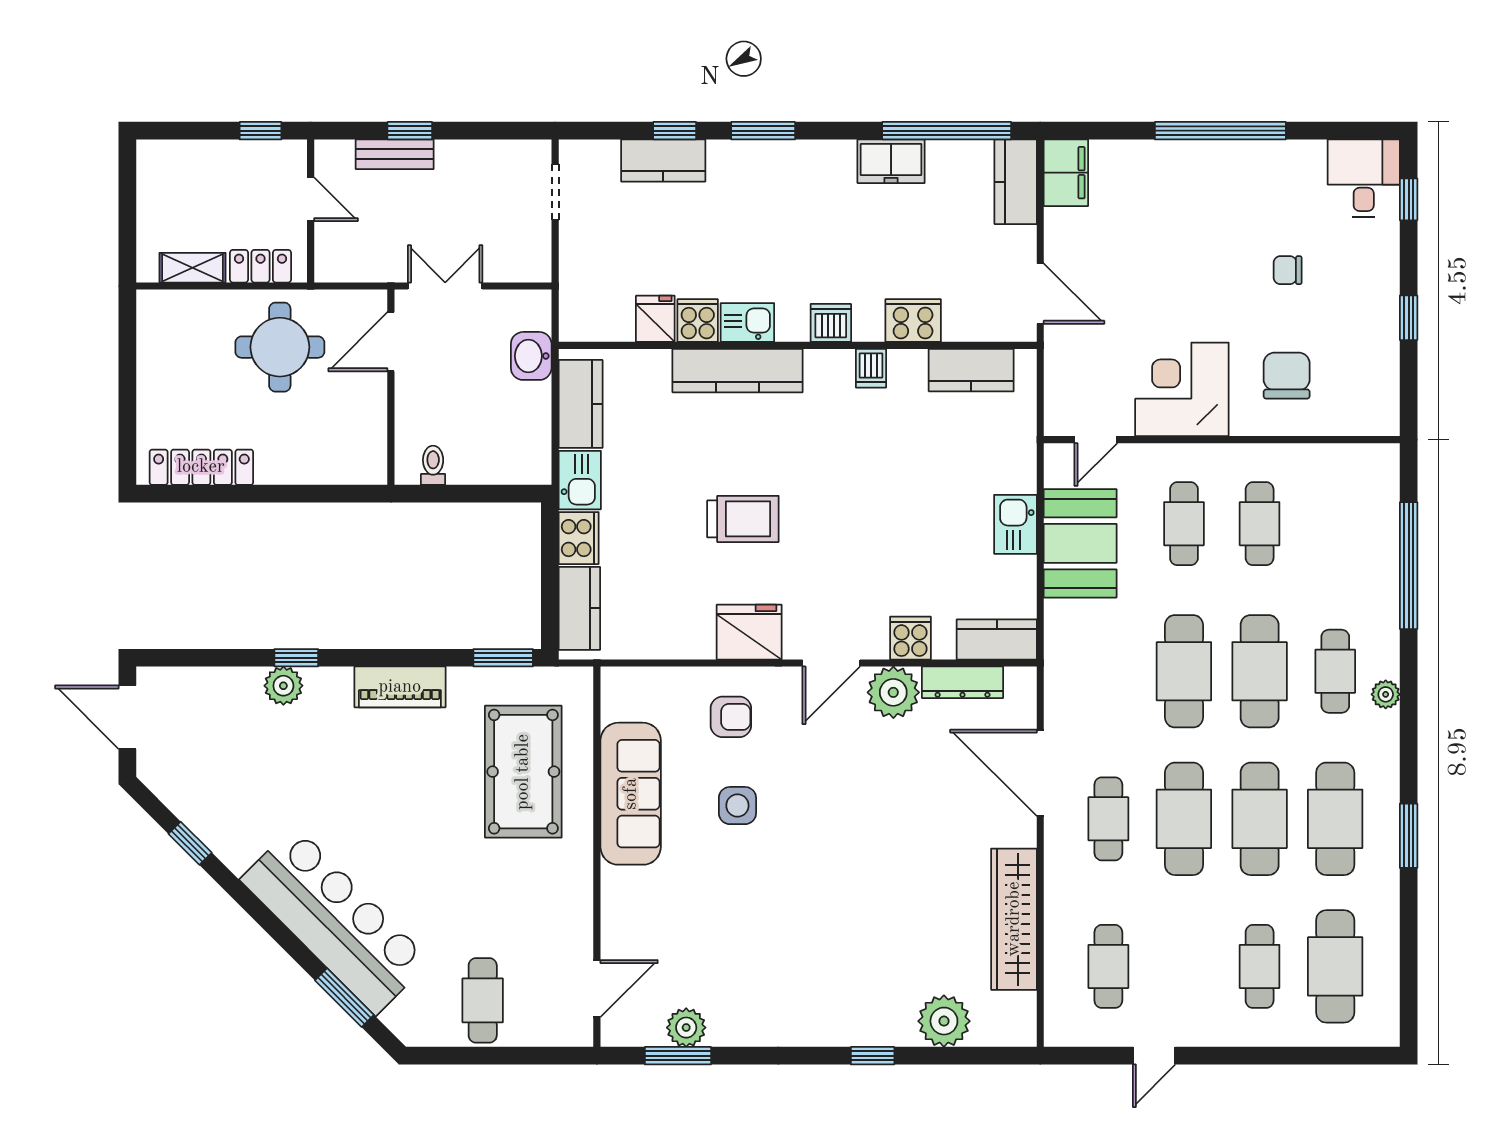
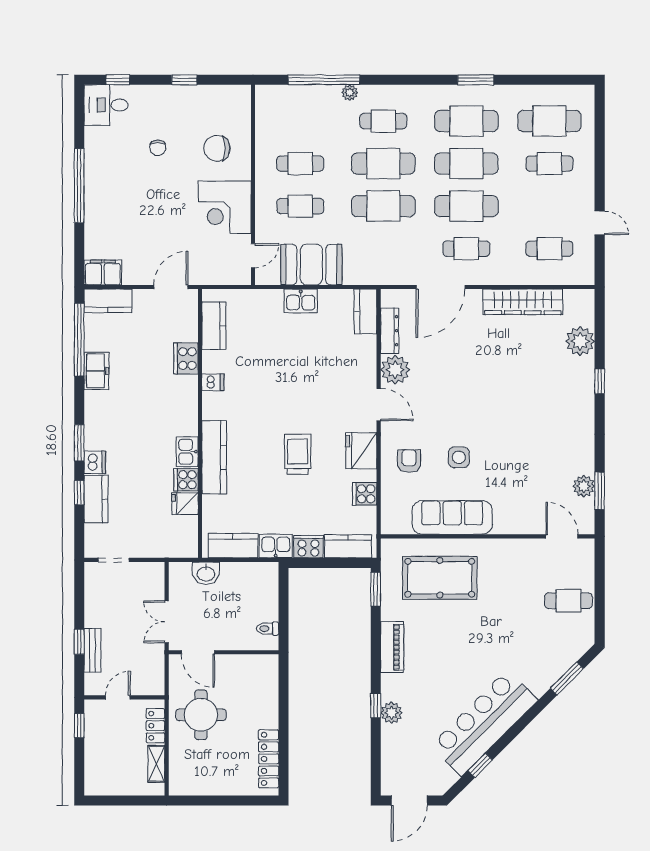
dishwasher: (831, 323) -> (95, 462), moved, turned 180
door: (1096, 440) -> (253, 256), hinge flipped
cooker: (910, 638) -> (365, 494), moved
plant: (1386, 694) -> (350, 93), moved
bar counter: (335, 920) -> (484, 723), moved

